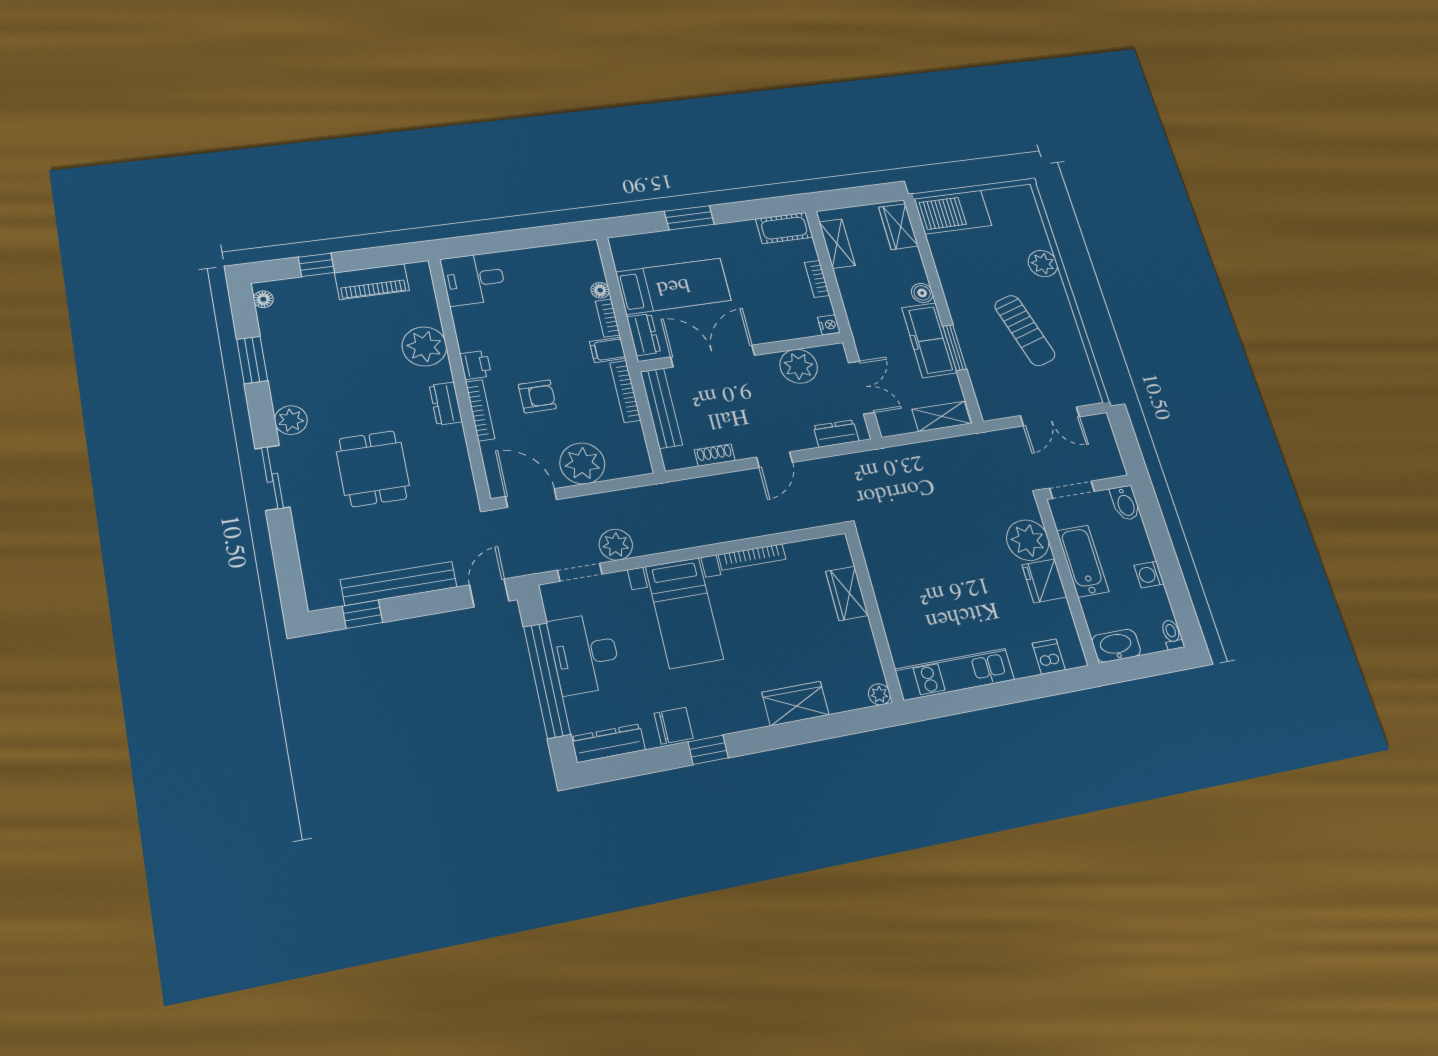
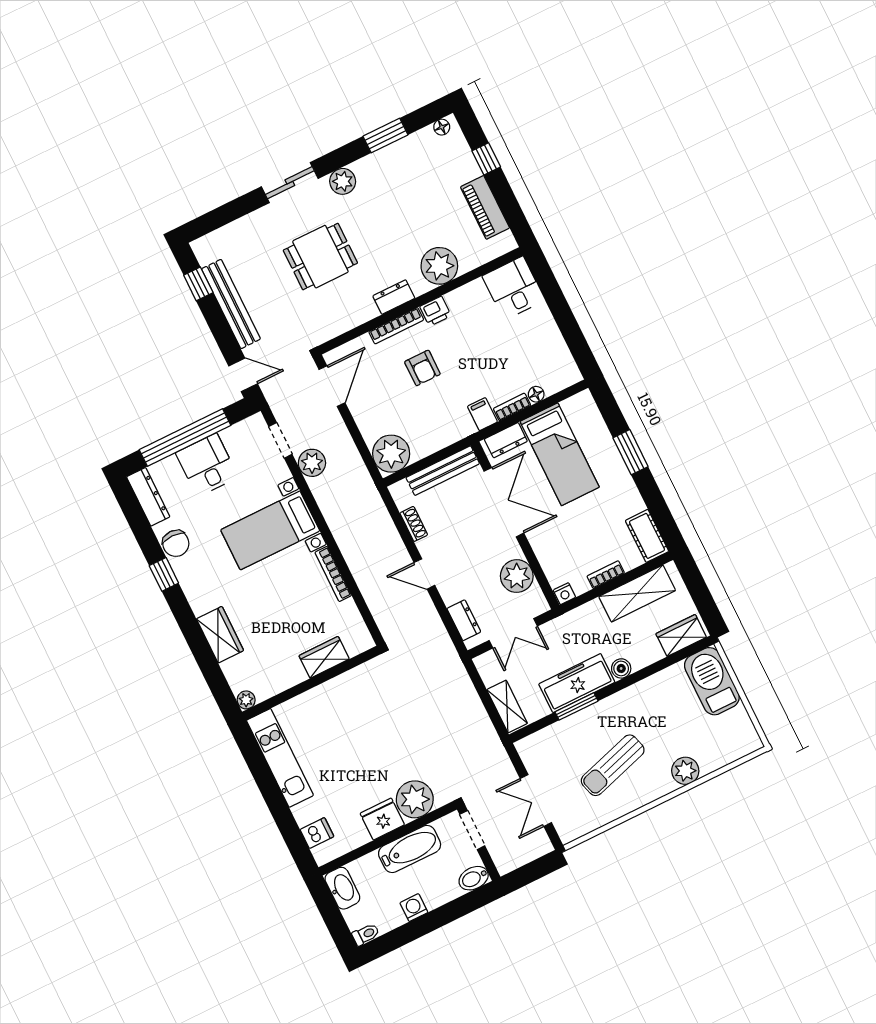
shelving: (837, 244) -> (637, 593), width x1.50, depth x1.33
bookcase: (625, 391) -> (449, 438), removed
plant: (582, 463) -> (391, 454), moved
desk: (585, 654) -> (207, 465), width x0.73

